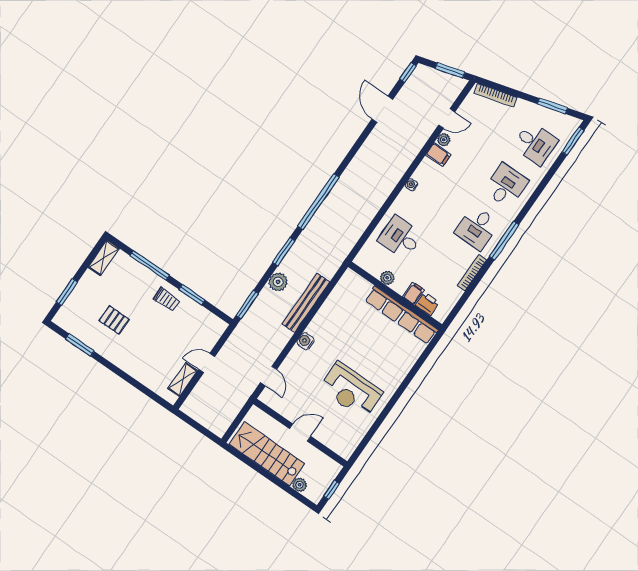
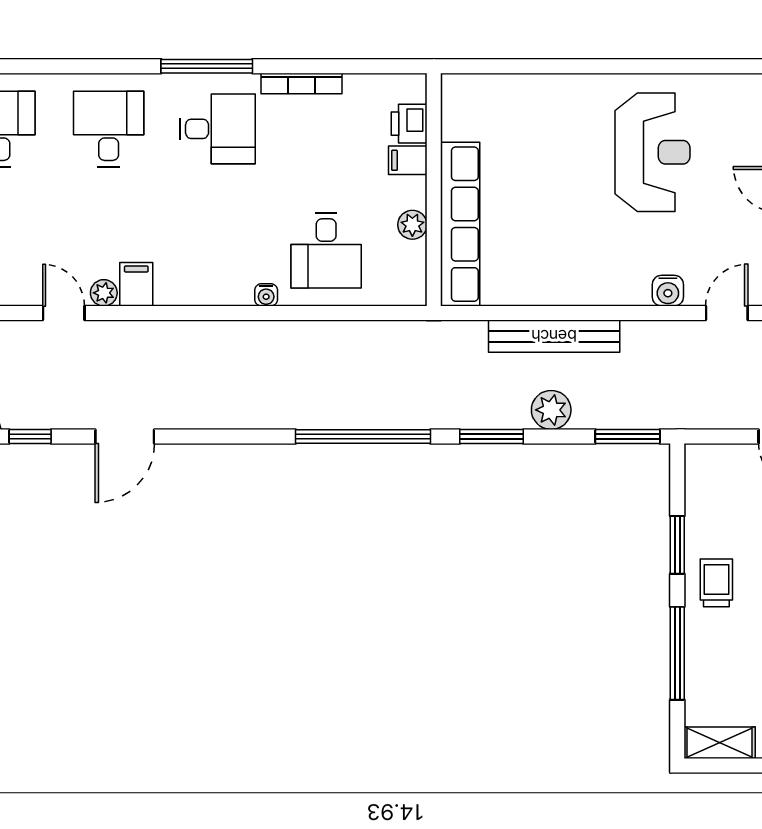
water cooler: (411, 185) -> (266, 295), moved
desk: (506, 186) -> (109, 129), turned 90
row of seats: (401, 315) -> (460, 224), moved
water cooler: (305, 341) -> (668, 291), moved

